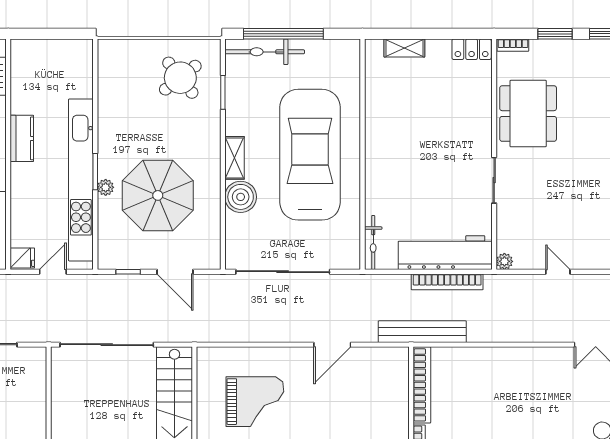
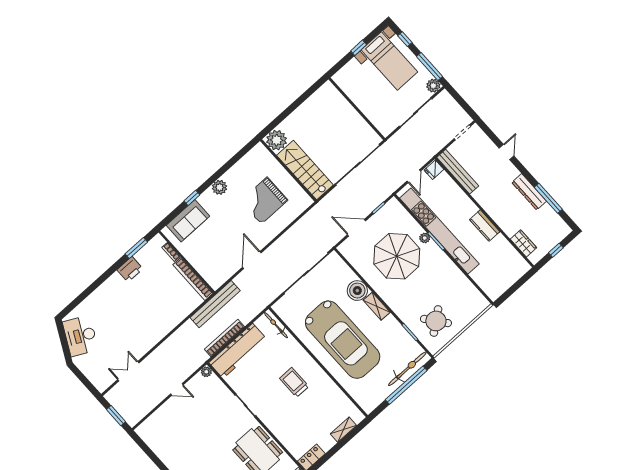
trolley: (412, 156) -> (294, 382), added

